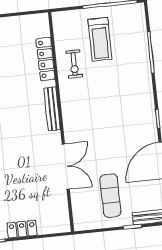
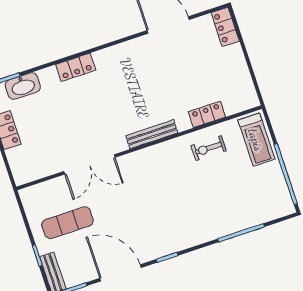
treadmill: (100, 39) -> (256, 140), moved, turned -90
locker: (46, 59) -> (207, 114), width x0.66

